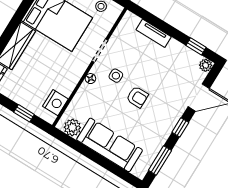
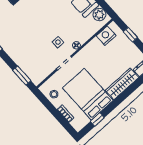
window: (150, 18) -> (22, 75), added
tv unit: (154, 33) -> (22, 64), removed
armchair: (137, 97) -> (47, 23), removed

